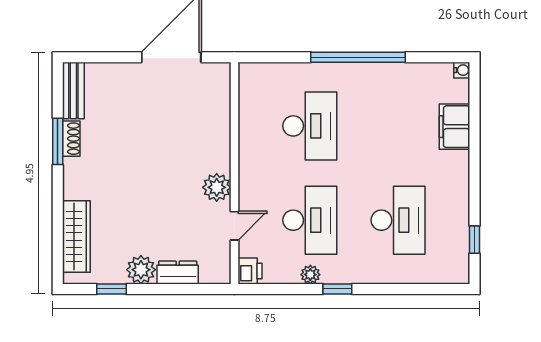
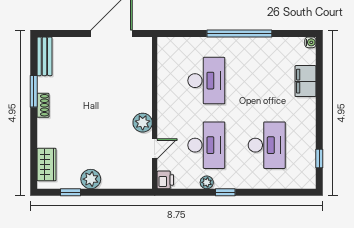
shoe rack: (71, 139) -> (43, 105), moved
wardrobe: (76, 237) -> (46, 164), width x0.67
dresser: (178, 272) -> (116, 181), removed

